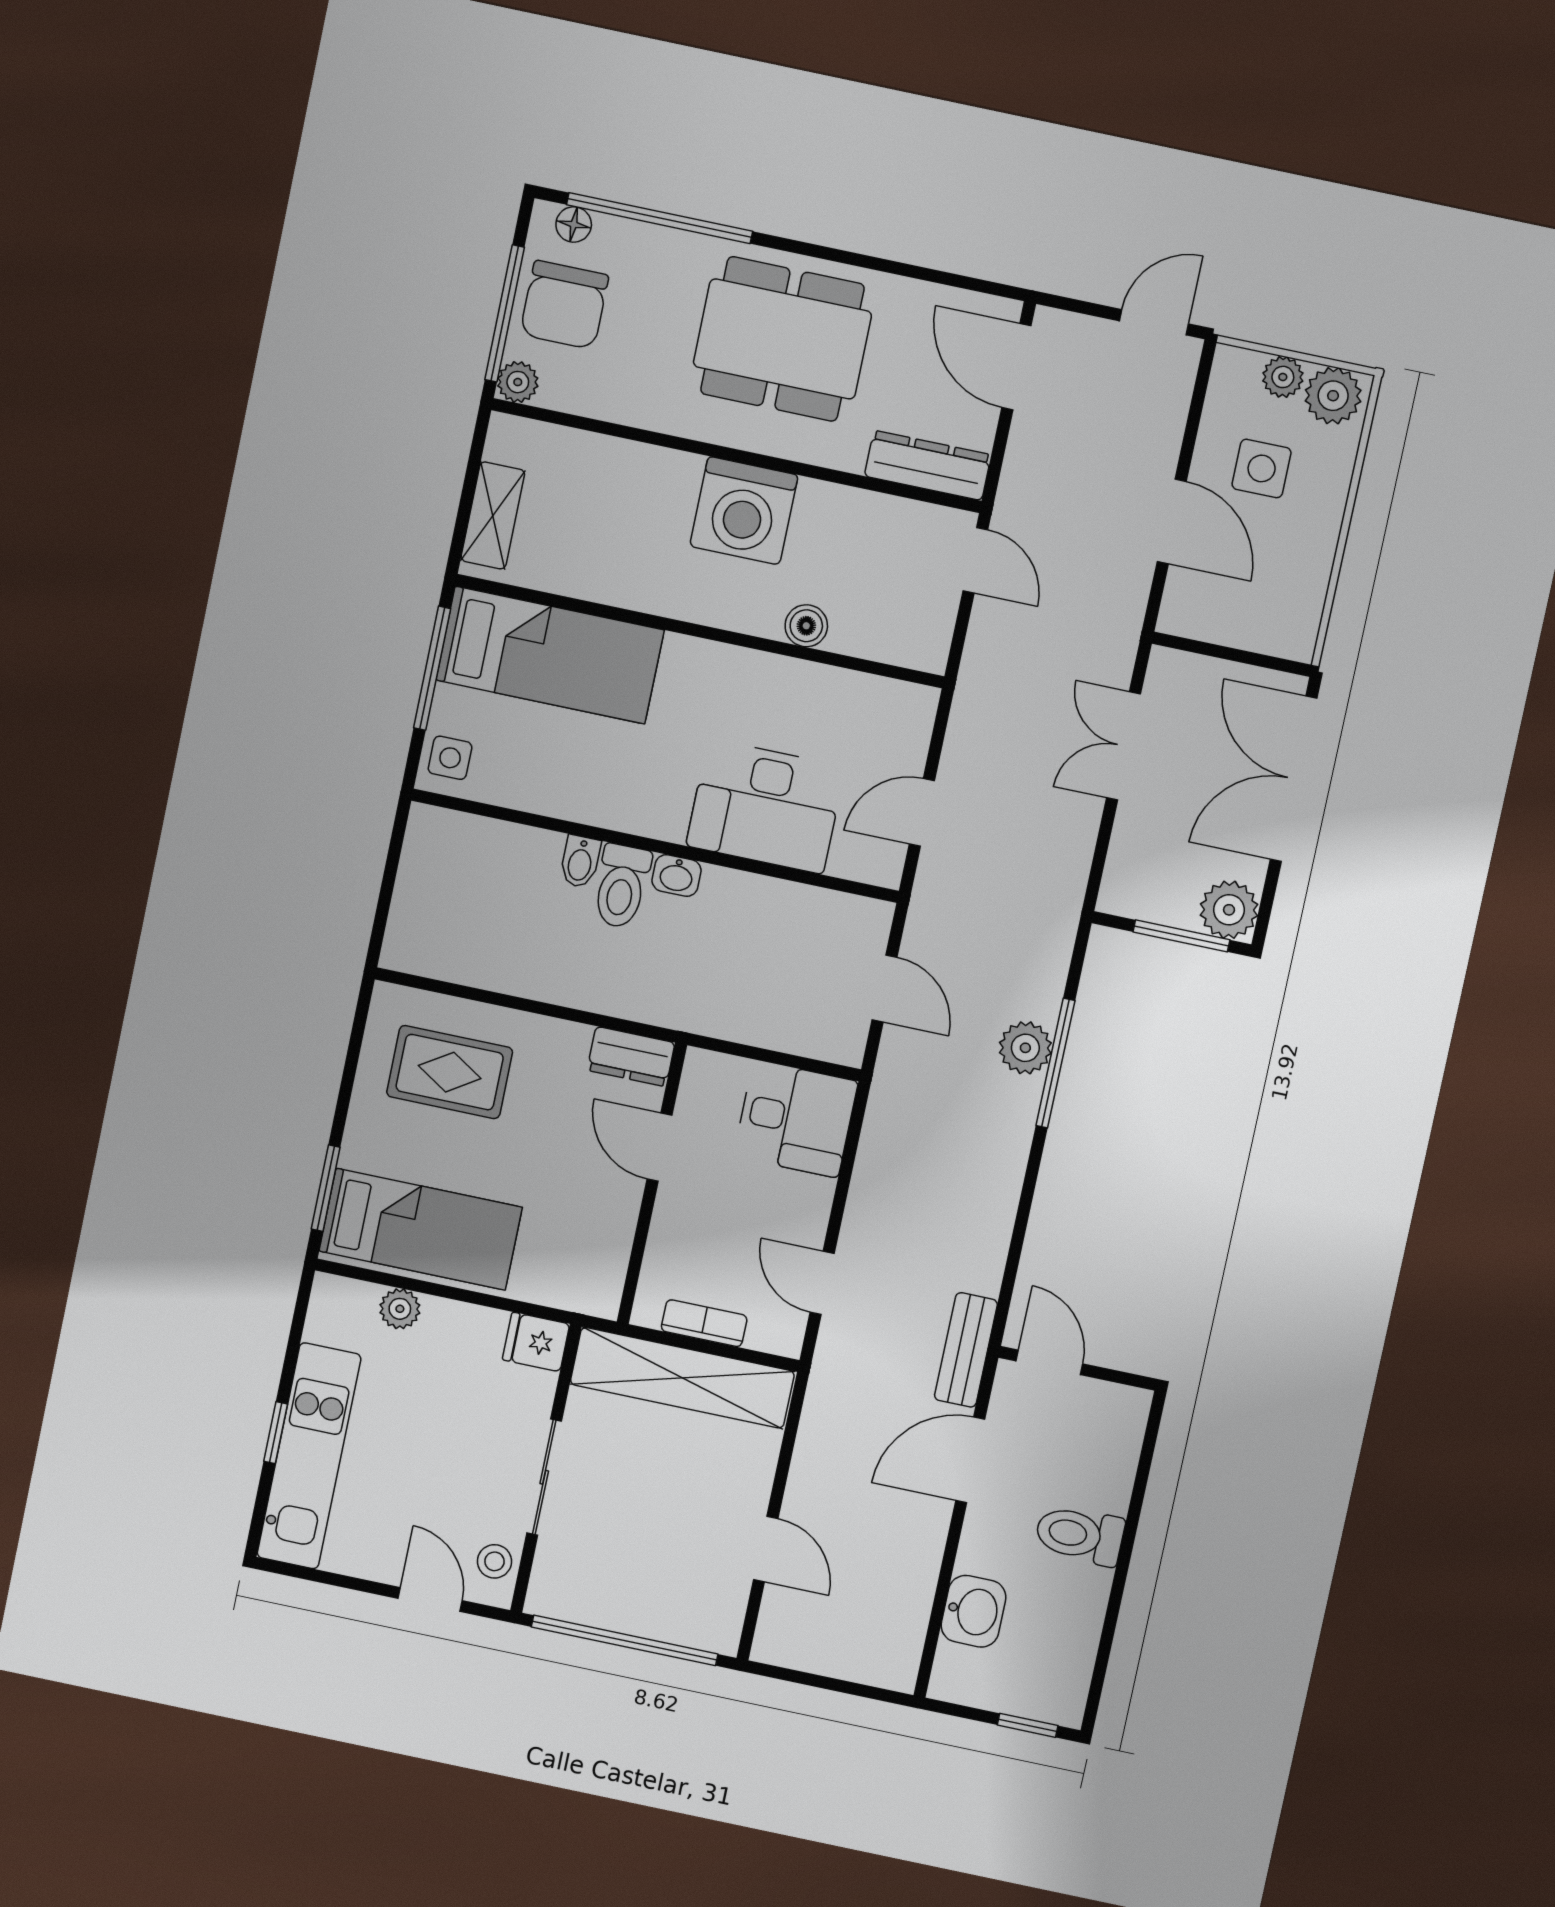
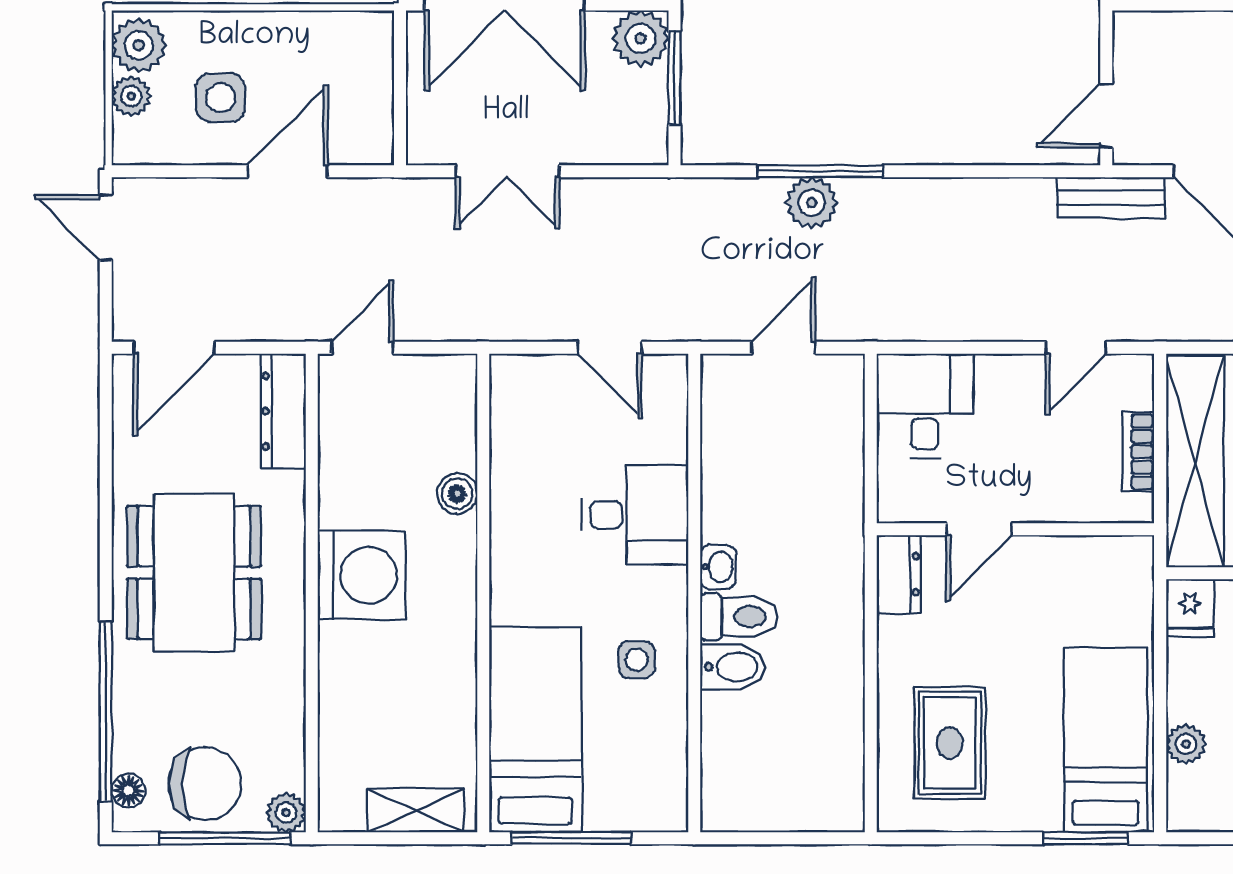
side table: (450, 758) -> (637, 660), moved
desk: (766, 806) -> (635, 515), width x0.73
bidet: (580, 862) -> (733, 667), width x1.38, depth x1.36

